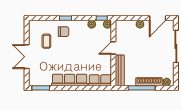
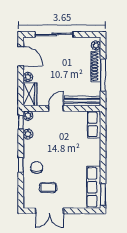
wardrobe: (125, 26) -> (30, 94), added
door: (113, 48) -> (56, 108), swing flipped
double door: (27, 57) -> (49, 211), moved
row of seats: (70, 80) -> (94, 187), moved

